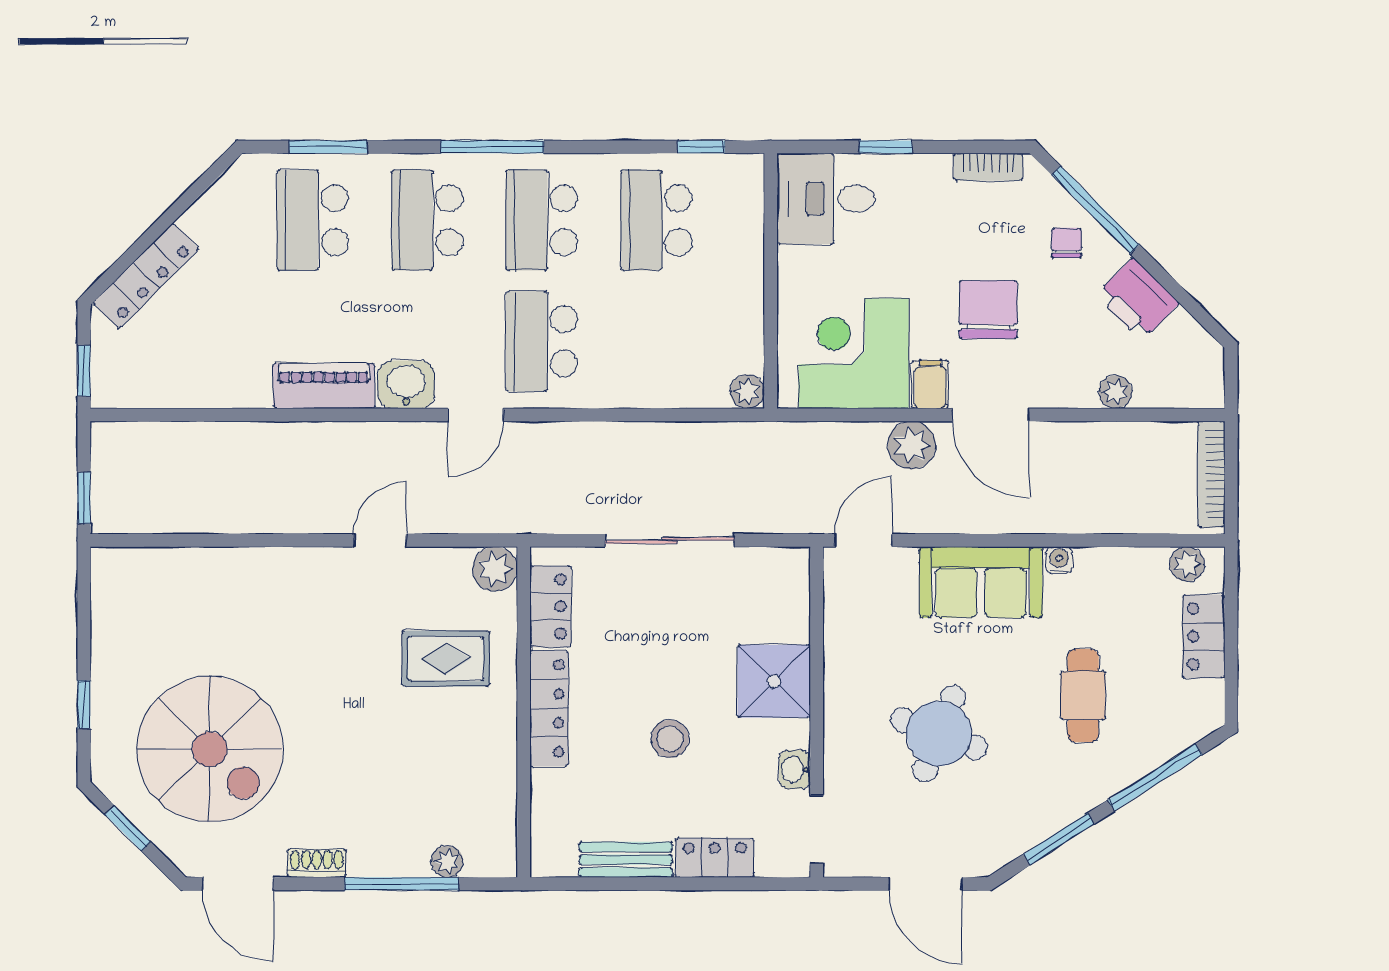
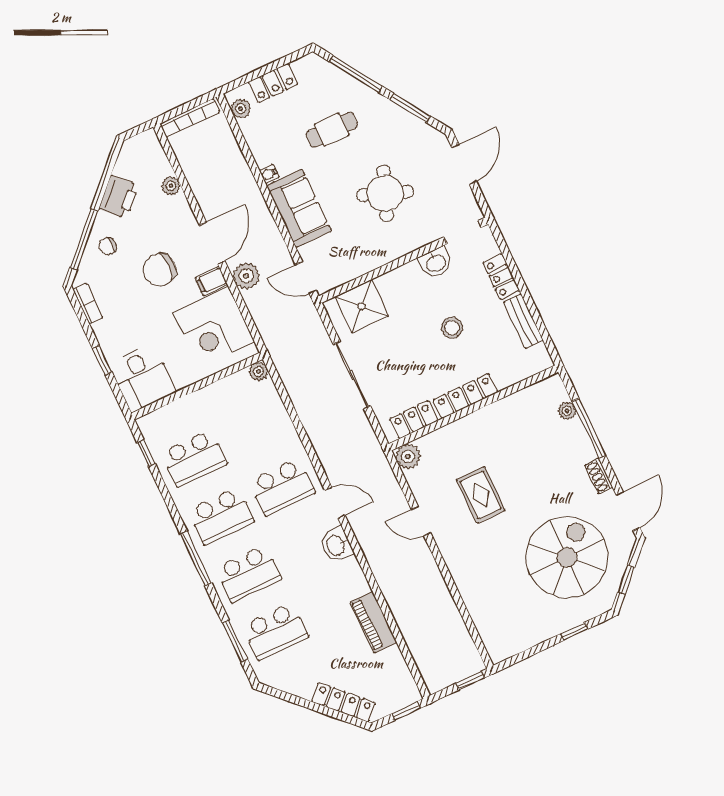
piano: (324, 386) -> (373, 622), moved
rug: (446, 659) -> (481, 495), moved
shower: (774, 681) -> (362, 306), moved
washbasin: (795, 770) -> (436, 263), width x1.38, depth x1.45

